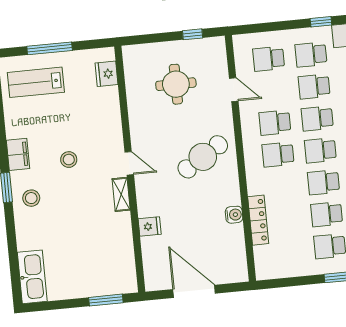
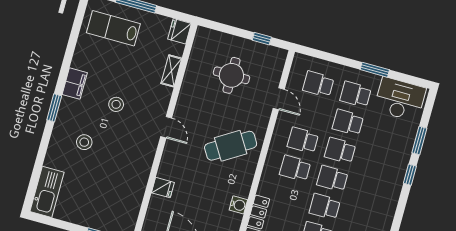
window: (321, 22) -> (375, 70), width x1.50
fridge: (107, 74) -> (180, 31), moved
shelving: (121, 194) -> (171, 71), moved
stool: (31, 198) -> (84, 142), moved

